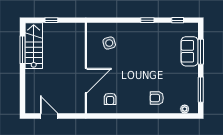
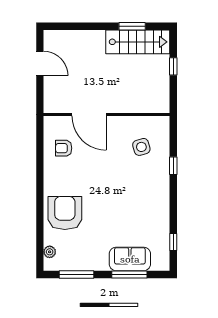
window: (147, 20) -> (173, 166), moved
window: (22, 50) -> (132, 26), width x0.69
armchair: (157, 98) -> (65, 213), width x1.88, depth x1.88
door: (49, 116) -> (40, 63), hinge flipped

